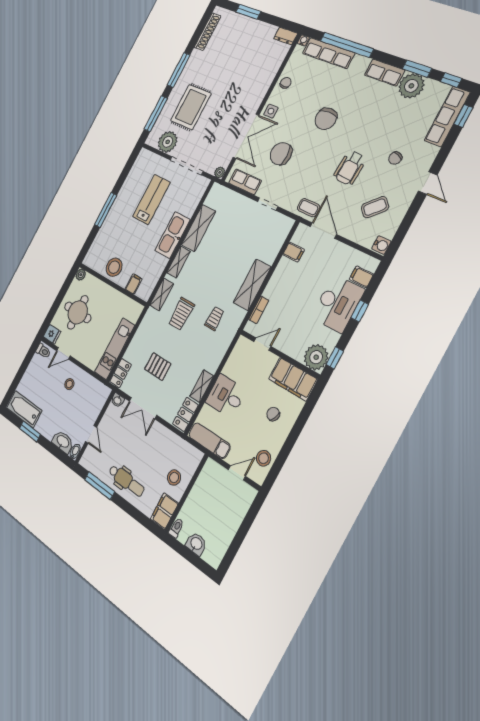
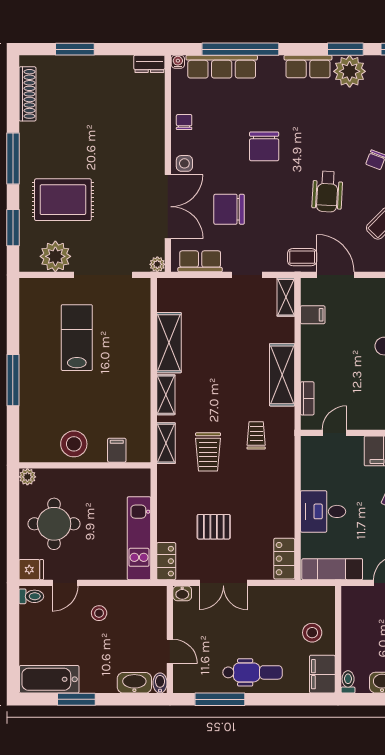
rug: (191, 107) -> (63, 200), turned 90
window: (156, 114) -> (13, 228), width x0.69
kitchen sink: (172, 235) -> (136, 367), removed
shelving: (202, 386) -> (286, 297), moved

